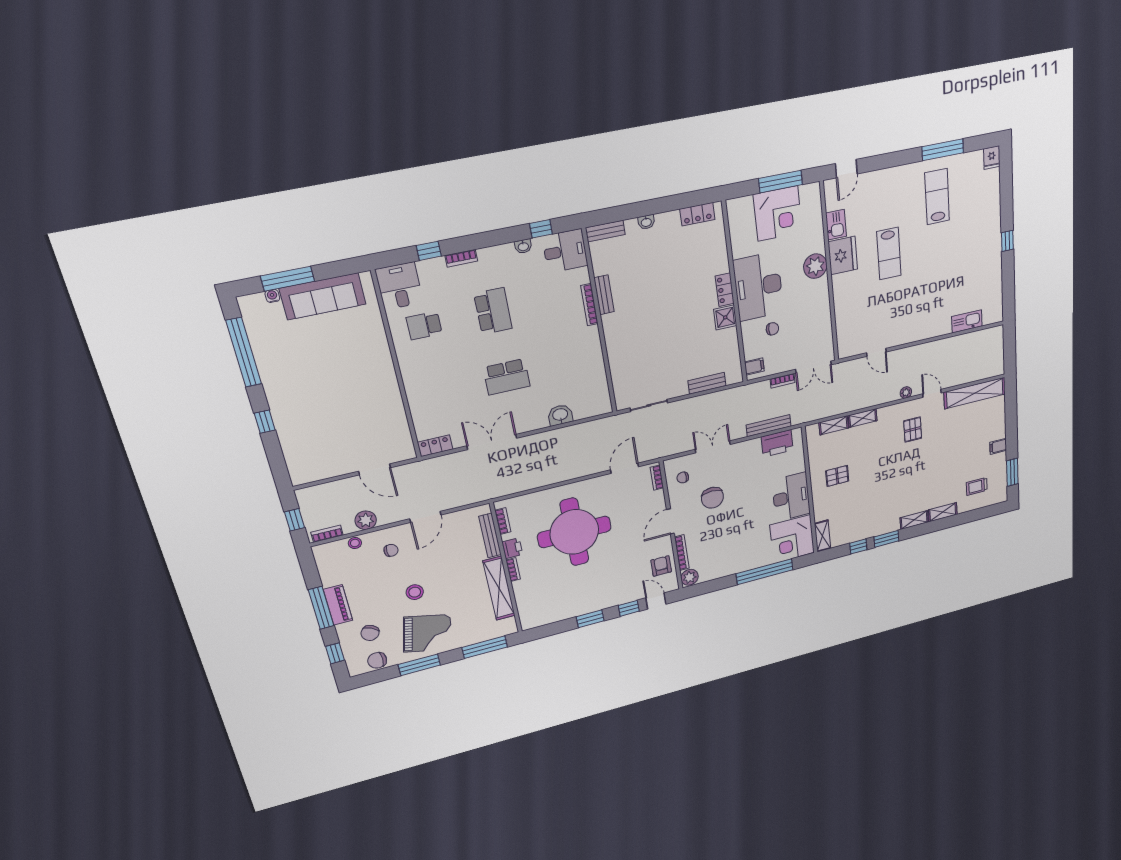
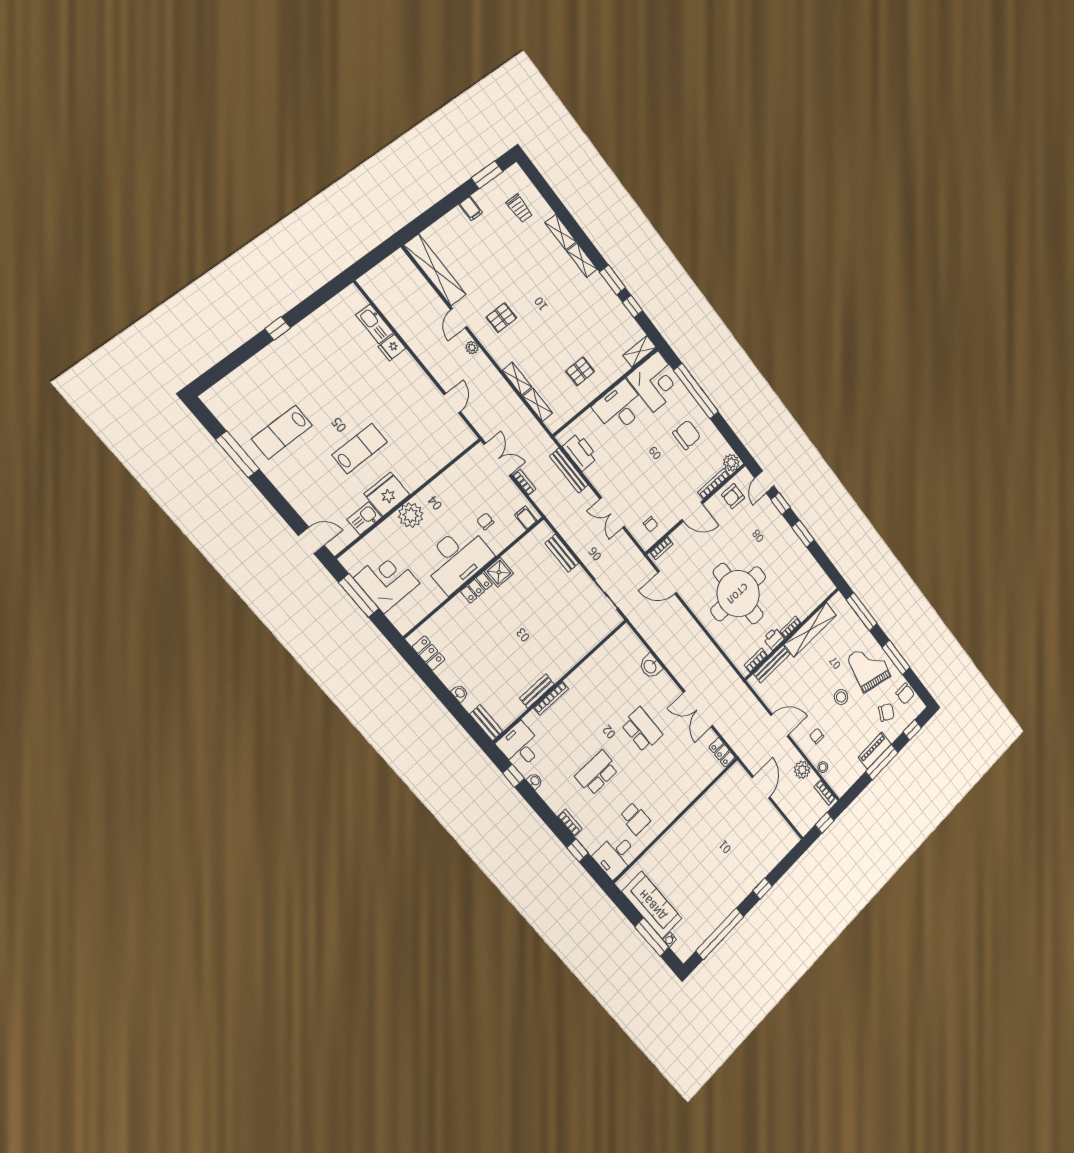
fridge: (992, 158) -> (392, 347), moved, turned 180
pallet: (837, 476) -> (580, 371), turned 90
chair: (712, 498) -> (687, 435), moved

